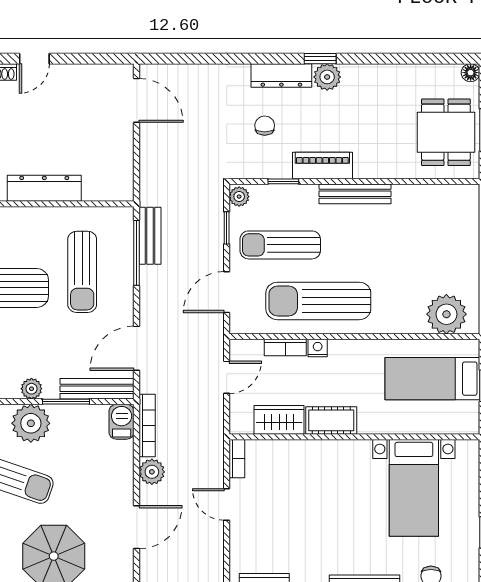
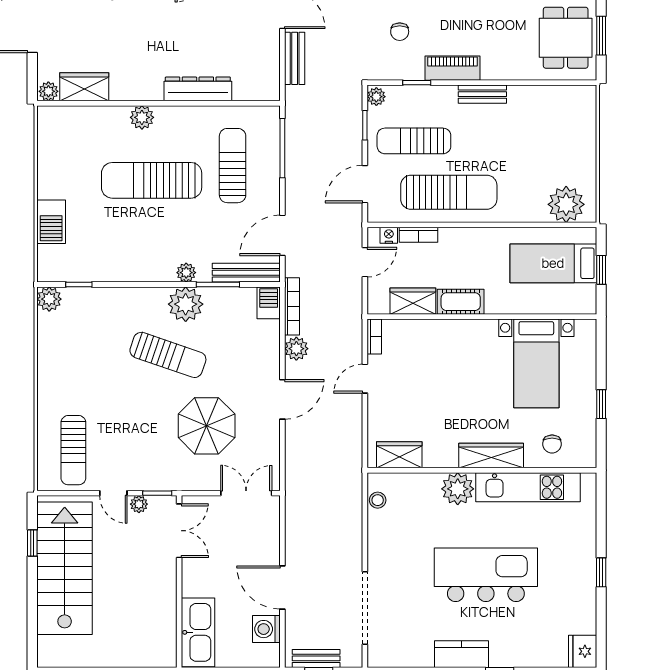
chair: (265, 126) -> (400, 32), turned 180
bench: (355, 194) -> (482, 94), width x0.73
bench: (150, 236) -> (295, 58), moved
sun lounger: (82, 272) -> (233, 166), turned 180
sun lounger: (318, 301) -> (449, 192), turned 180
nightstand: (318, 348) -> (389, 235), moved
door: (227, 505) -> (365, 379), hinge flipped

